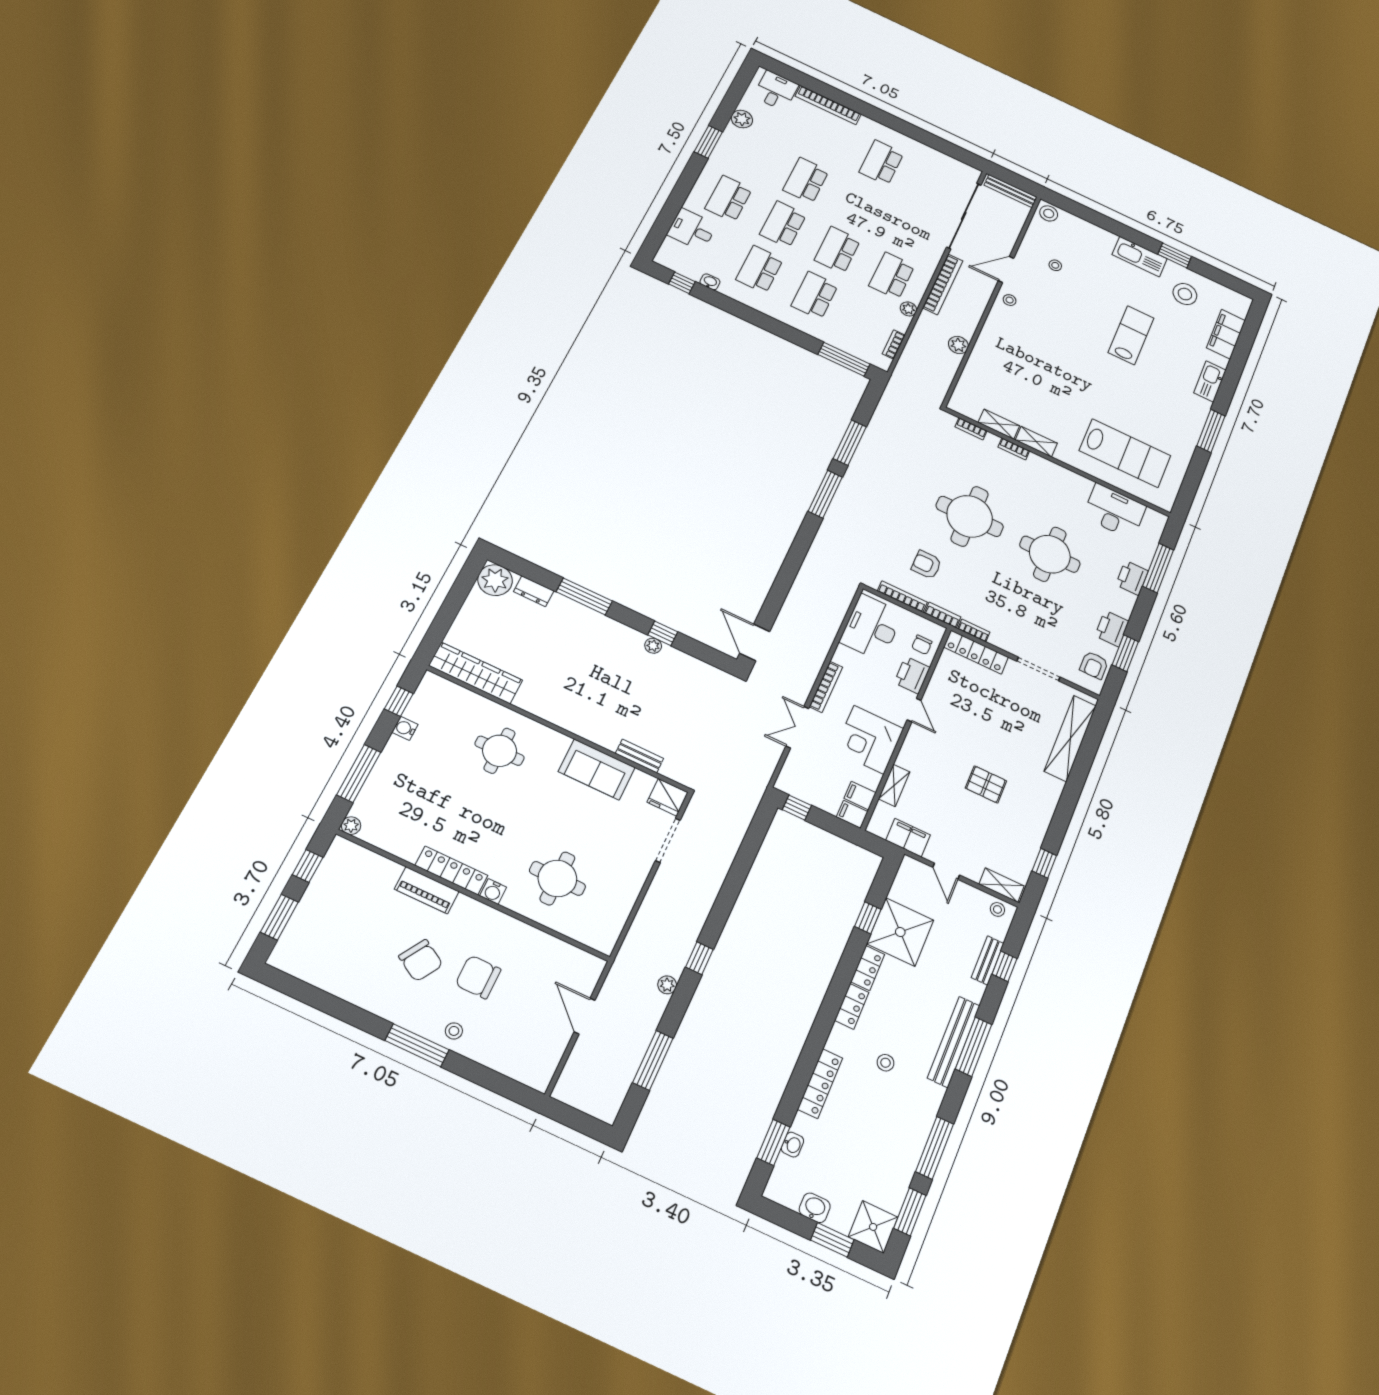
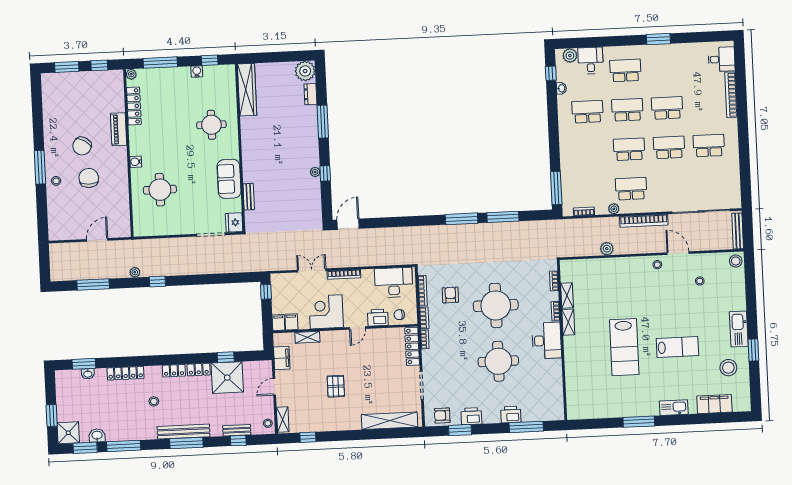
plant: (742, 119) -> (570, 56), moved
school desk: (815, 295) -> (669, 147), moved
lab bench: (1125, 453) -> (624, 347), moved
desk: (1114, 511) -> (547, 341), moved
locker: (451, 870) -> (134, 106), moved
washbasin: (815, 1208) -> (97, 436), moved, turned -90

